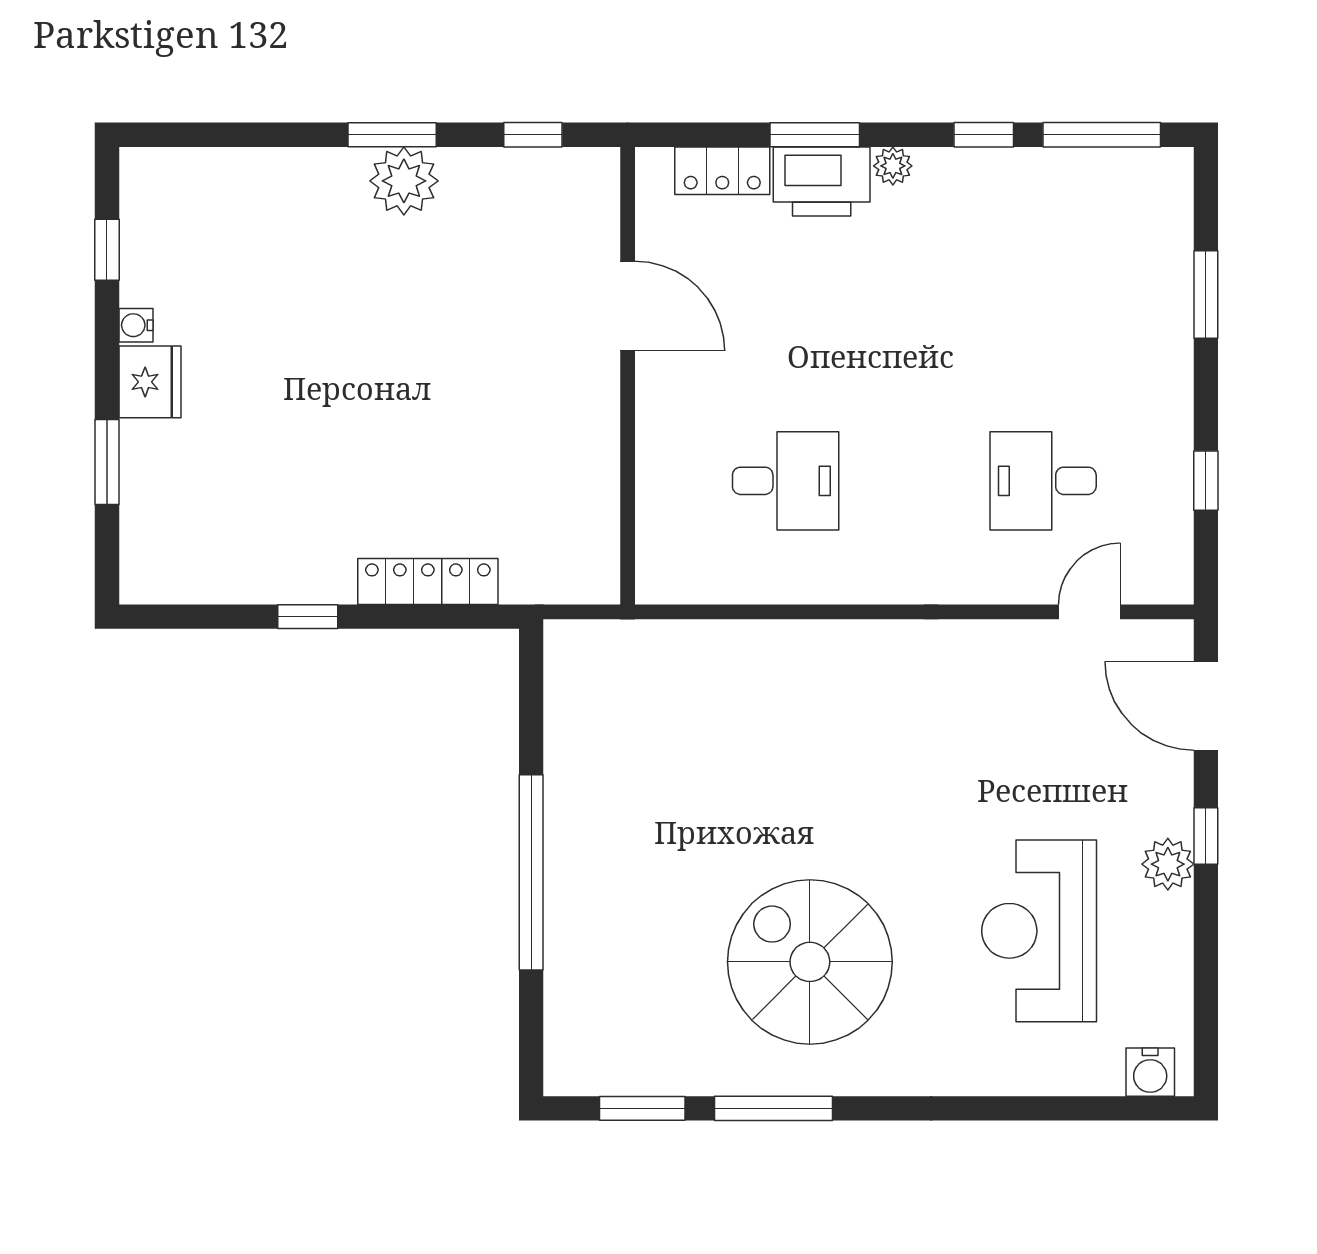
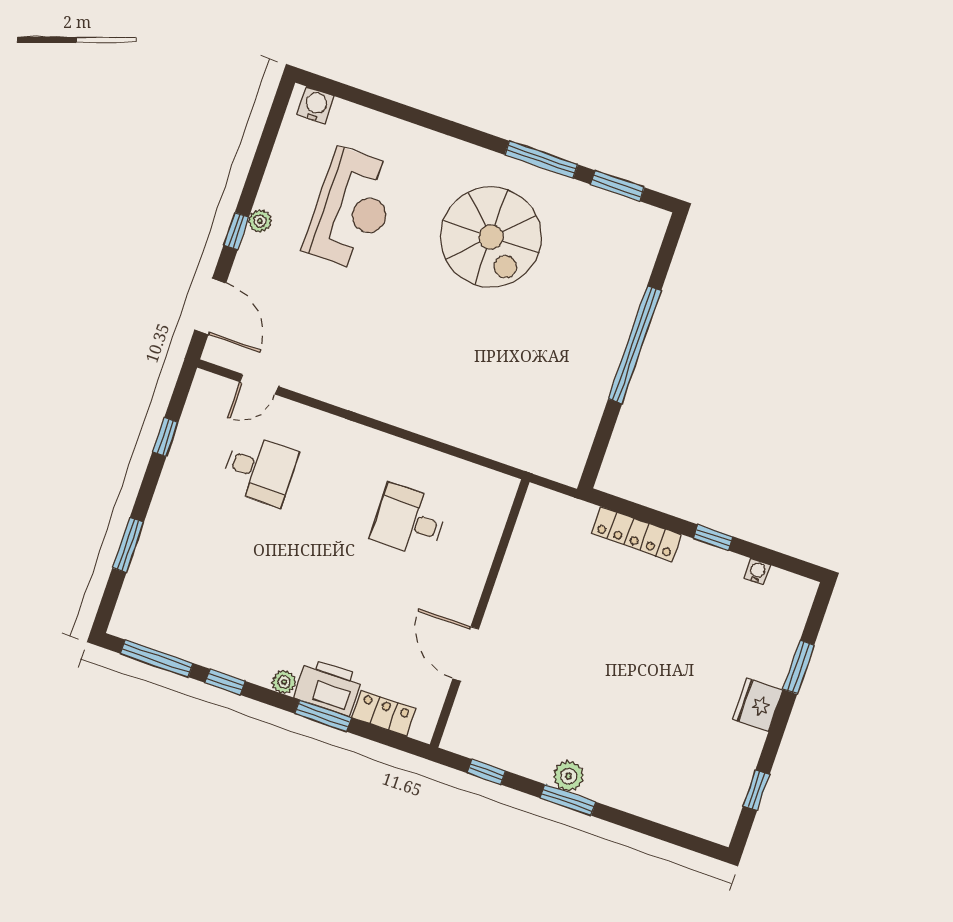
plant: (404, 181) -> (569, 776), width x0.73, depth x0.73
water cooler: (136, 325) -> (757, 571), moved, turned -90
plant: (1168, 864) -> (260, 221), width x0.73, depth x0.73

